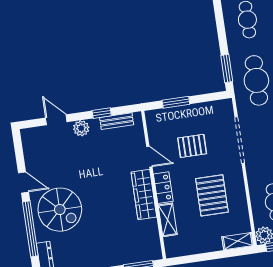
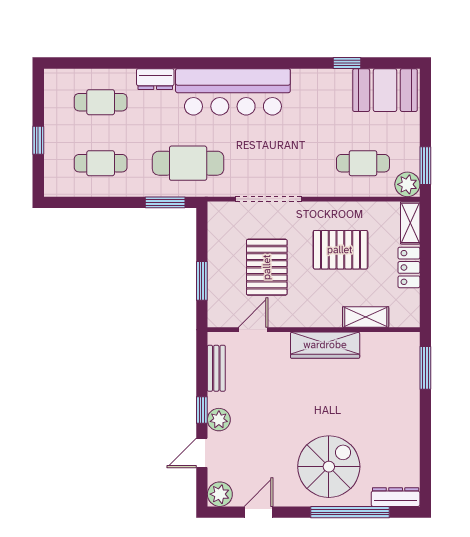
window: (102, 113) -> (202, 410), moved
plant: (29, 137) -> (220, 494), added
pallet: (192, 146) -> (267, 267), width x1.50, depth x1.42
door: (149, 157) -> (253, 330), moved
door: (23, 182) -> (258, 512), moved
locker: (163, 188) -> (409, 267), moved, turned -90

